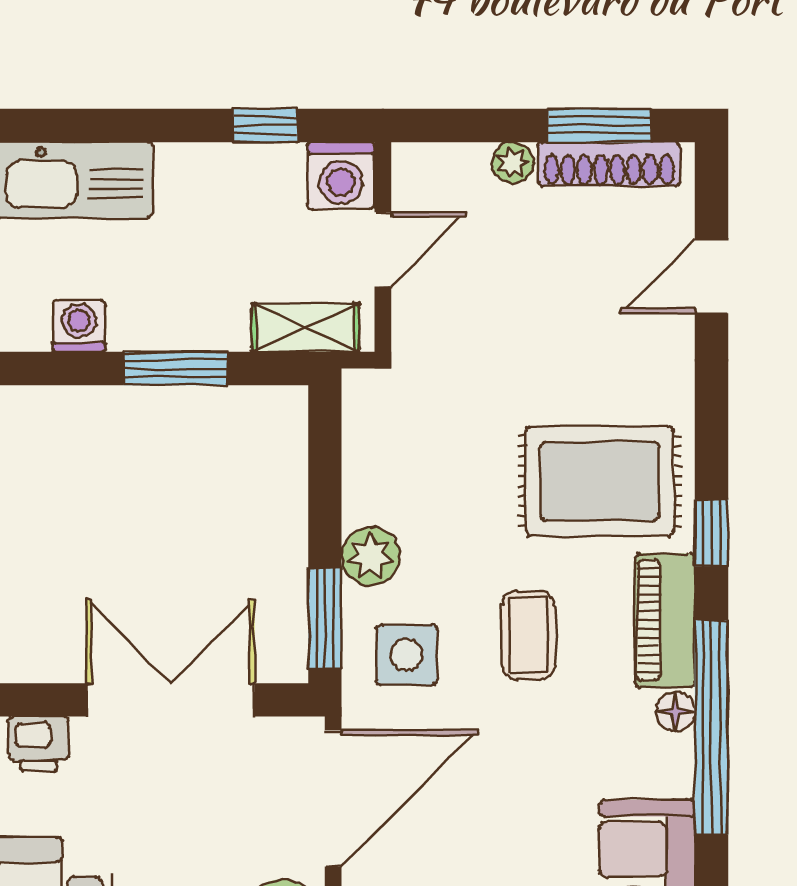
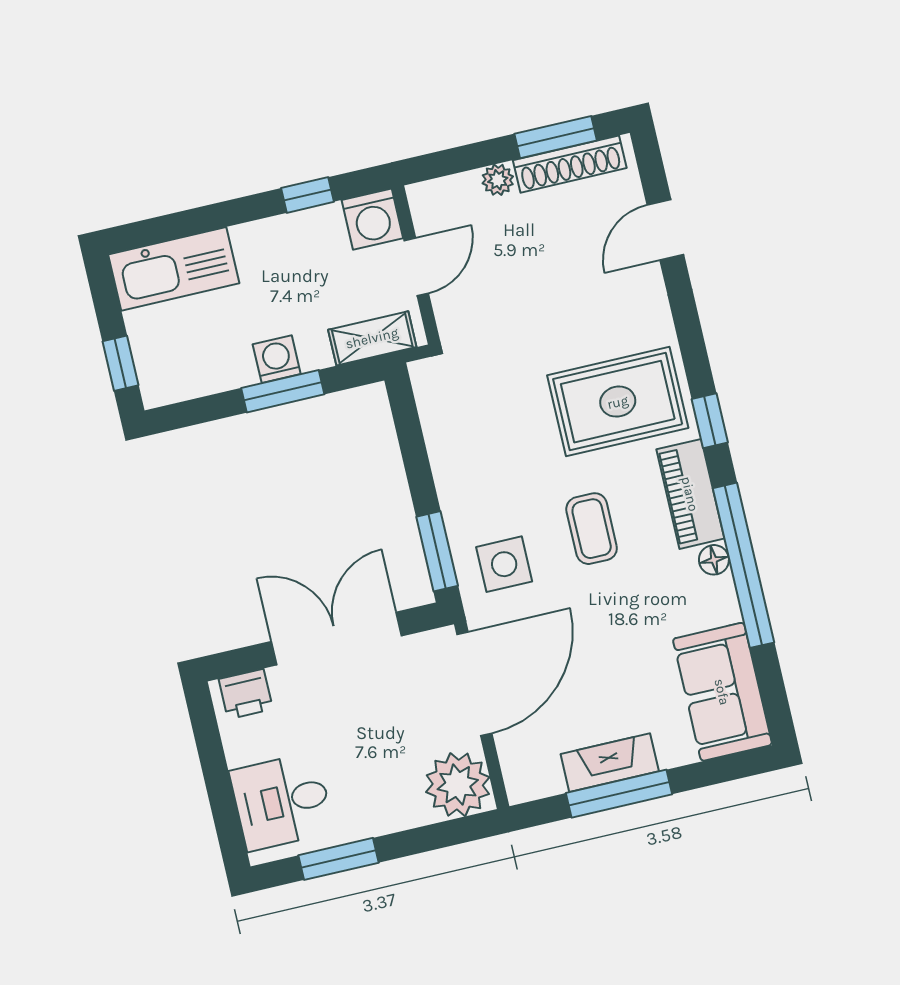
washing machine: (79, 326) -> (277, 359), moved
plant: (371, 556) -> (460, 497), removed

